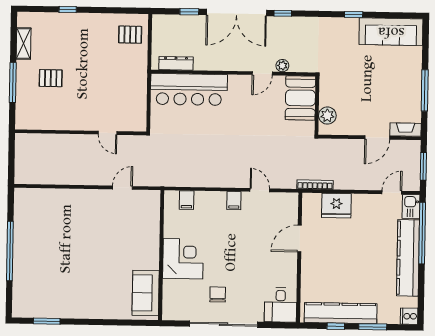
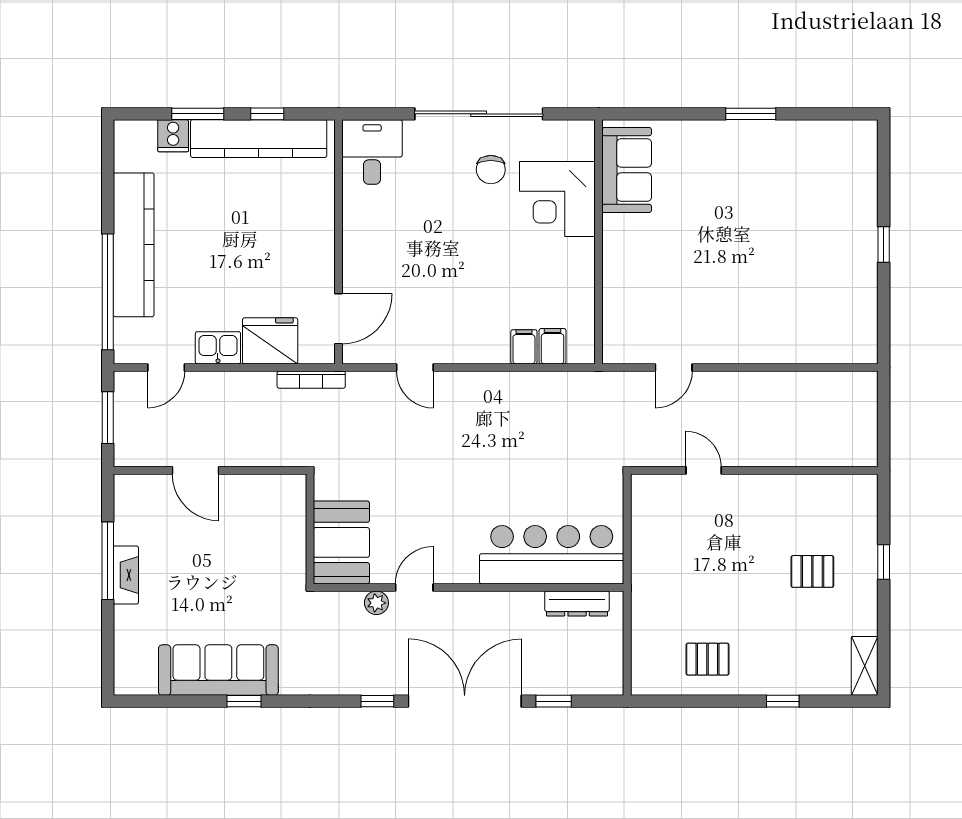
sofa: (391, 32) -> (218, 670), moved
pallet: (130, 35) -> (708, 659), moved
shelving: (24, 43) -> (865, 666), moved
window: (13, 83) -> (884, 562), width x0.46
plant: (327, 116) -> (290, 510), removed
fireplace: (405, 130) -> (126, 575), moved, turned -90
door: (377, 138) -> (195, 470), swing flipped
filing cabinet: (234, 201) -> (524, 347), moved
kitchen sink: (411, 206) -> (218, 348), moved, turned -90
door: (299, 238) -> (339, 319), moved
window: (10, 251) -> (884, 245), width x0.32
corner desk: (183, 259) -> (557, 199), moved
cooker: (409, 316) -> (173, 136), moved, turned 90
window: (47, 321) -> (751, 114), moved

